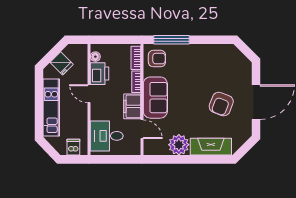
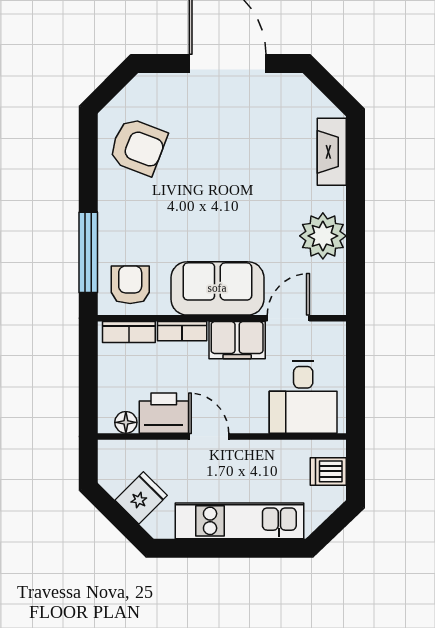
door: (89, 94) -> (209, 436), swing flipped
armchair: (221, 104) -> (138, 147), moved
fireplace: (211, 147) -> (332, 152), width x0.73, depth x0.76

